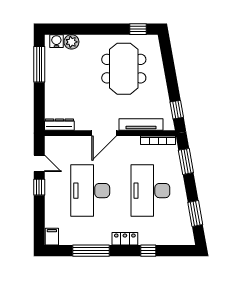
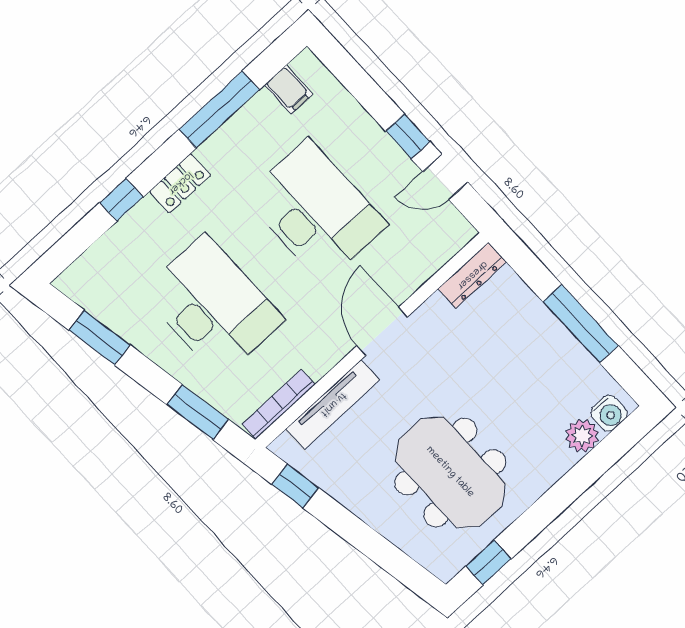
window: (39, 64) -> (581, 324), moved
filing cabinet: (52, 237) -> (289, 90), moved

